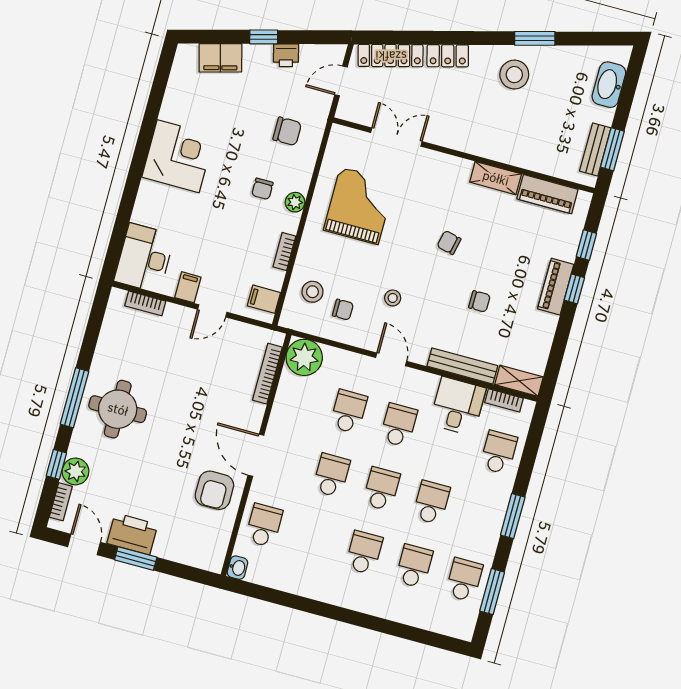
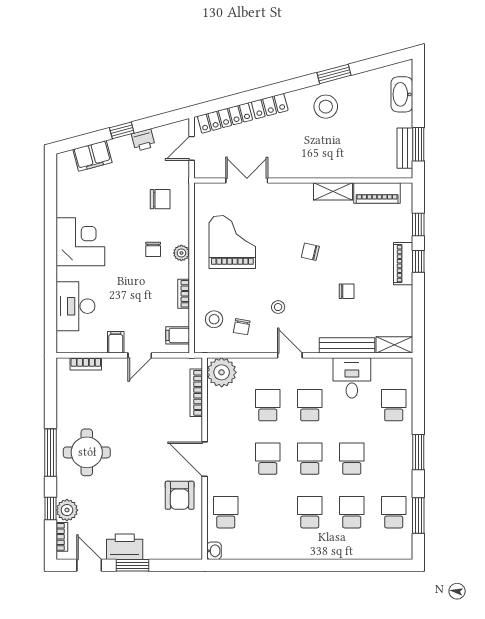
desk: (144, 258) -> (75, 306), moved
chair: (343, 310) -> (242, 327), turned 100
bookcase: (504, 400) -> (387, 364), removed

